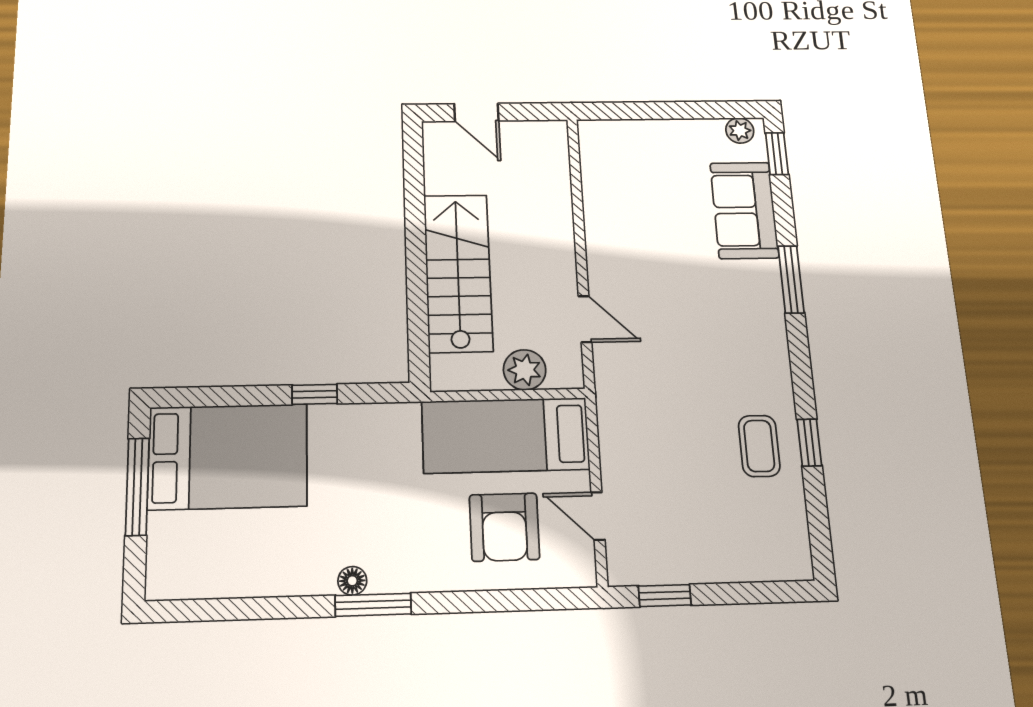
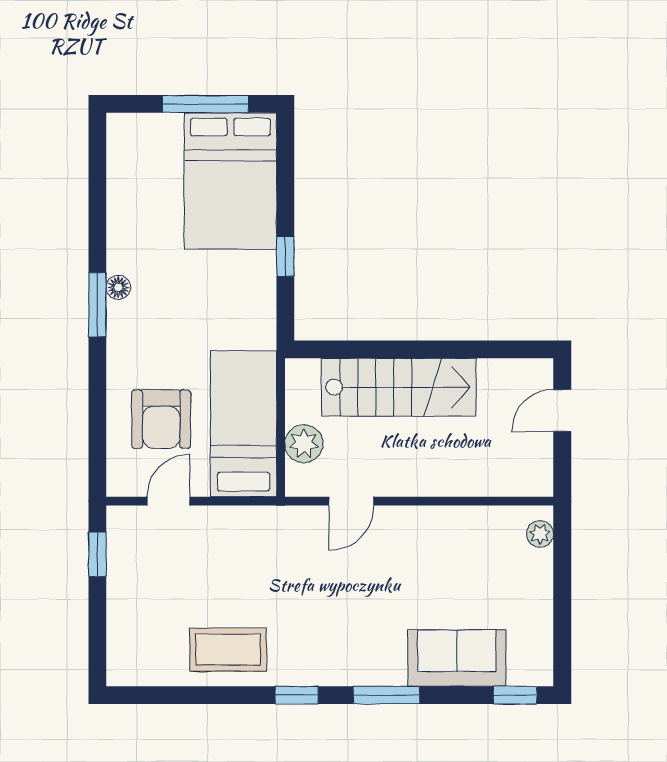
plant: (740, 130) -> (540, 534), moved
window: (809, 442) -> (297, 695), moved
coffee table: (759, 446) -> (228, 649), width x1.36, depth x1.30
armchair: (504, 527) -> (161, 419), turned -90

